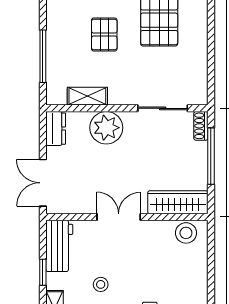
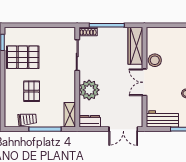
trolley: (59, 27) -> (27, 119), added
pallet: (104, 35) -> (32, 91), turned 90
shelving: (87, 96) -> (70, 115), moved
stool: (186, 233) -> (155, 60), moved

